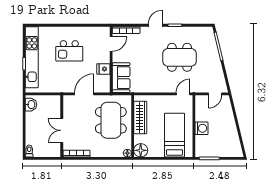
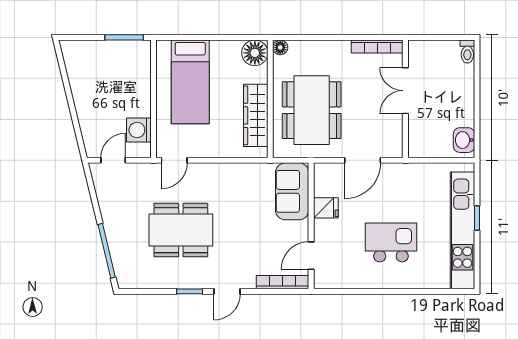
washing machine: (201, 128) -> (139, 130), moved
double door: (62, 130) -> (405, 91), swing flipped

